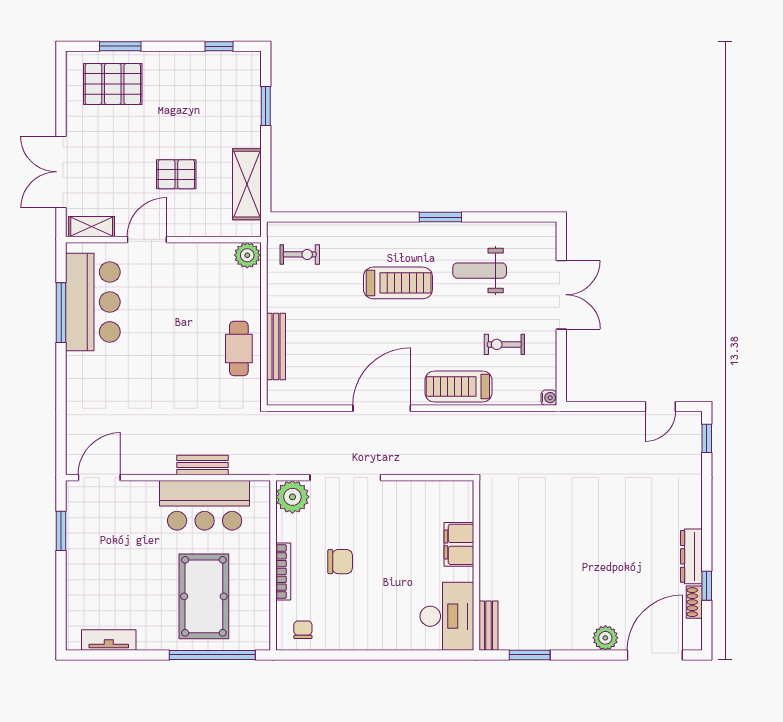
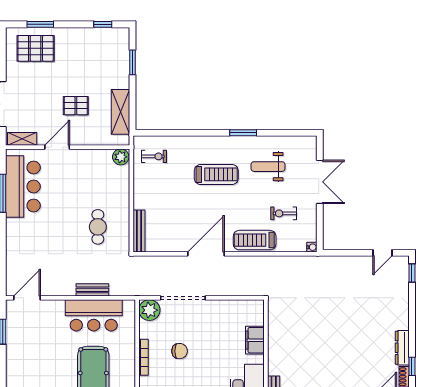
bench: (276, 347) -> (139, 231), moved
cafe table: (239, 348) -> (98, 227), moved

